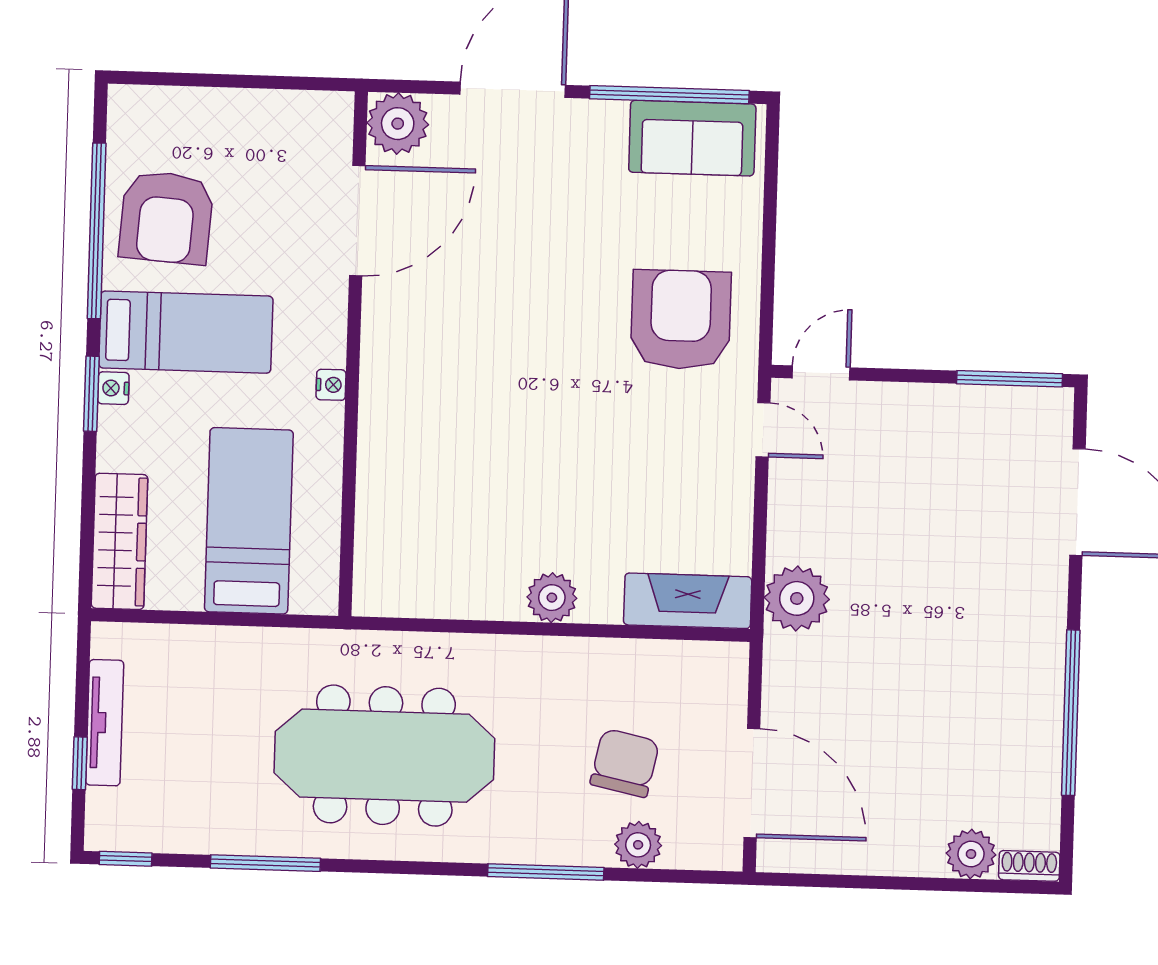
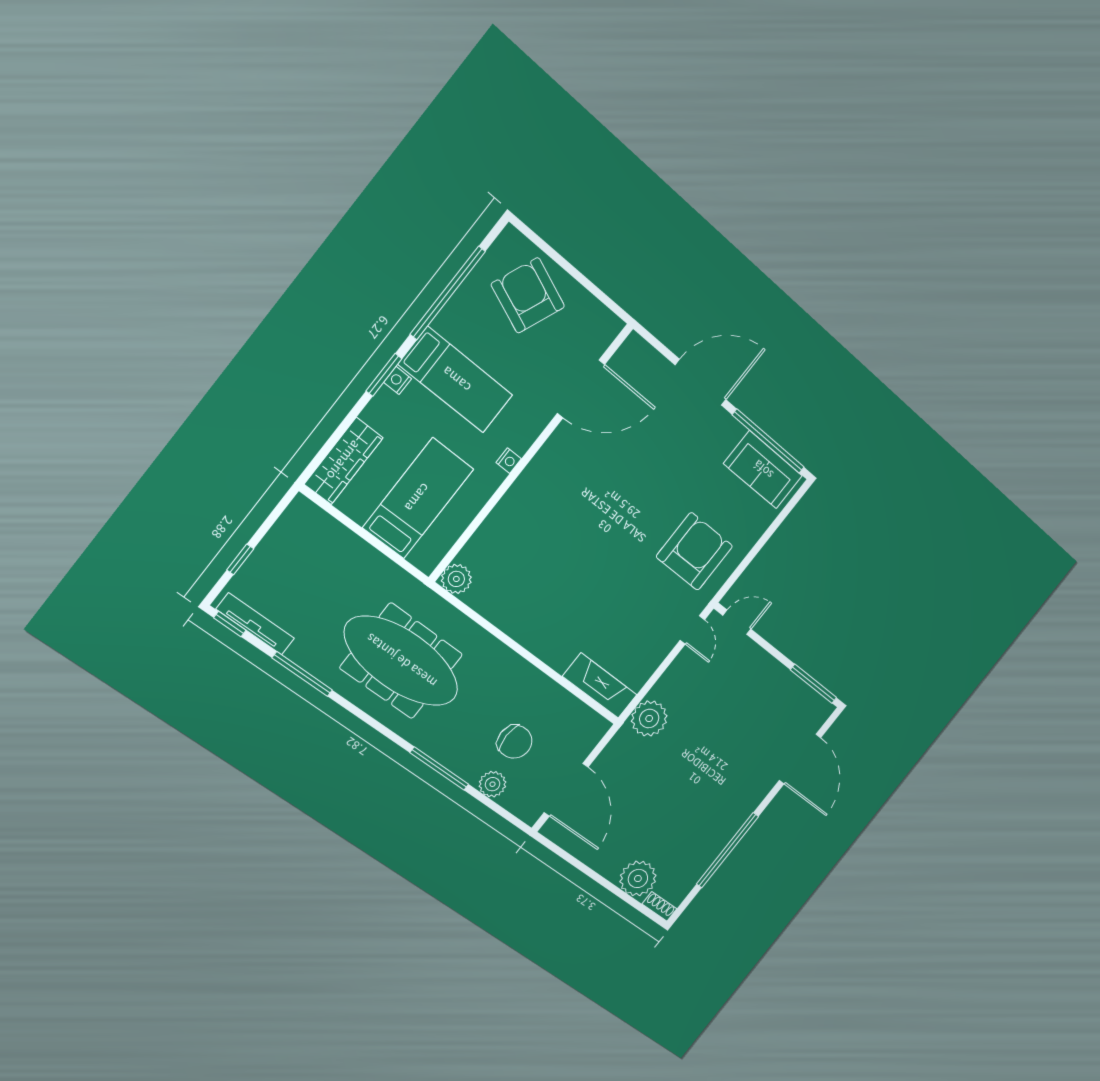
plant: (398, 124) -> (635, 356), removed
armchair: (166, 217) -> (528, 295), moved, turned 108
plant: (552, 598) -> (456, 579), moved
tv unit: (105, 723) -> (255, 624), moved, turned -90
chair: (625, 763) -> (515, 742), turned 78
plant: (971, 854) -> (638, 879), width x1.36, depth x1.36

